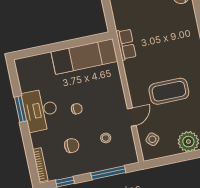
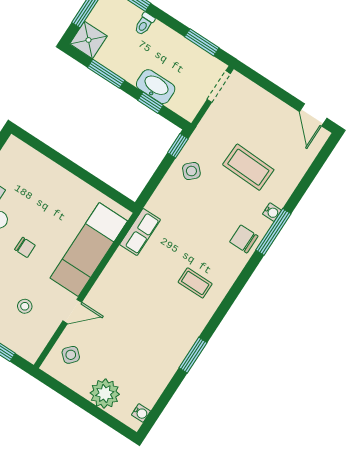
exam couch: (84, 57) -> (89, 250), moved, turned 90
coffee table: (169, 91) -> (195, 283), moved, width x0.54, depth x0.58

